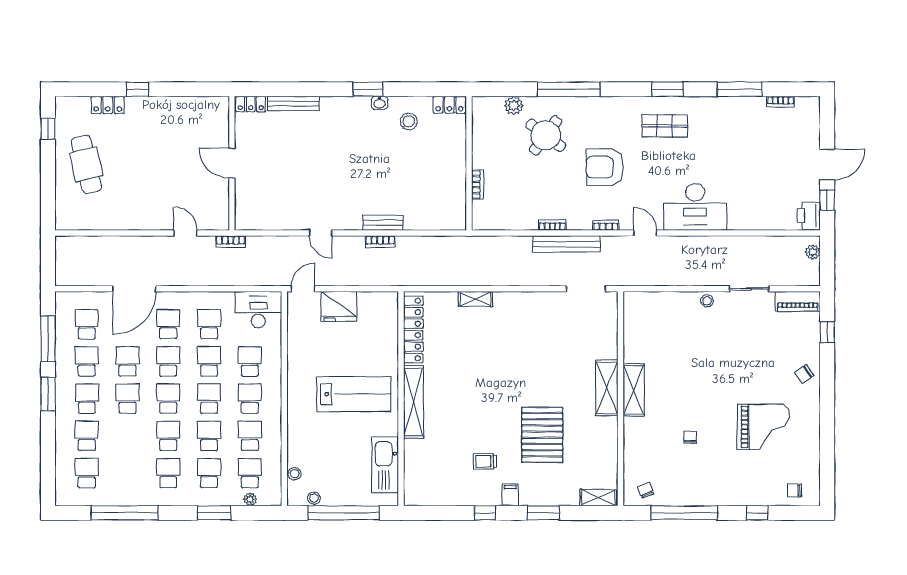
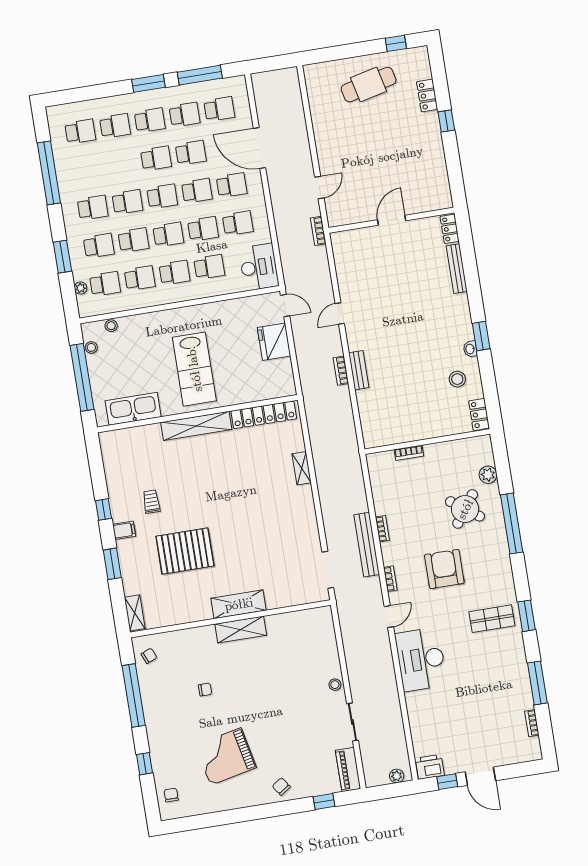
shop shelf: (665, 126) -> (492, 619), turned 90
grand piano: (764, 427) -> (226, 756), turned 78

